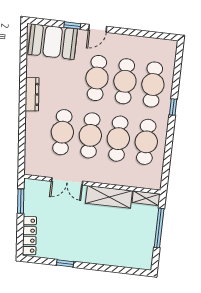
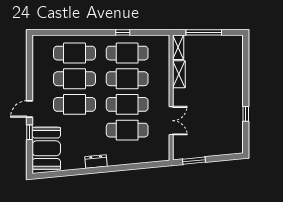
door: (98, 28) -> (29, 109), swing flipped
dresser: (32, 94) -> (96, 161), width x0.70
window: (173, 107) -> (123, 32), moved
shelving: (109, 197) -> (179, 74), width x0.67, depth x0.75
locker: (29, 236) -> (224, 149), removed

